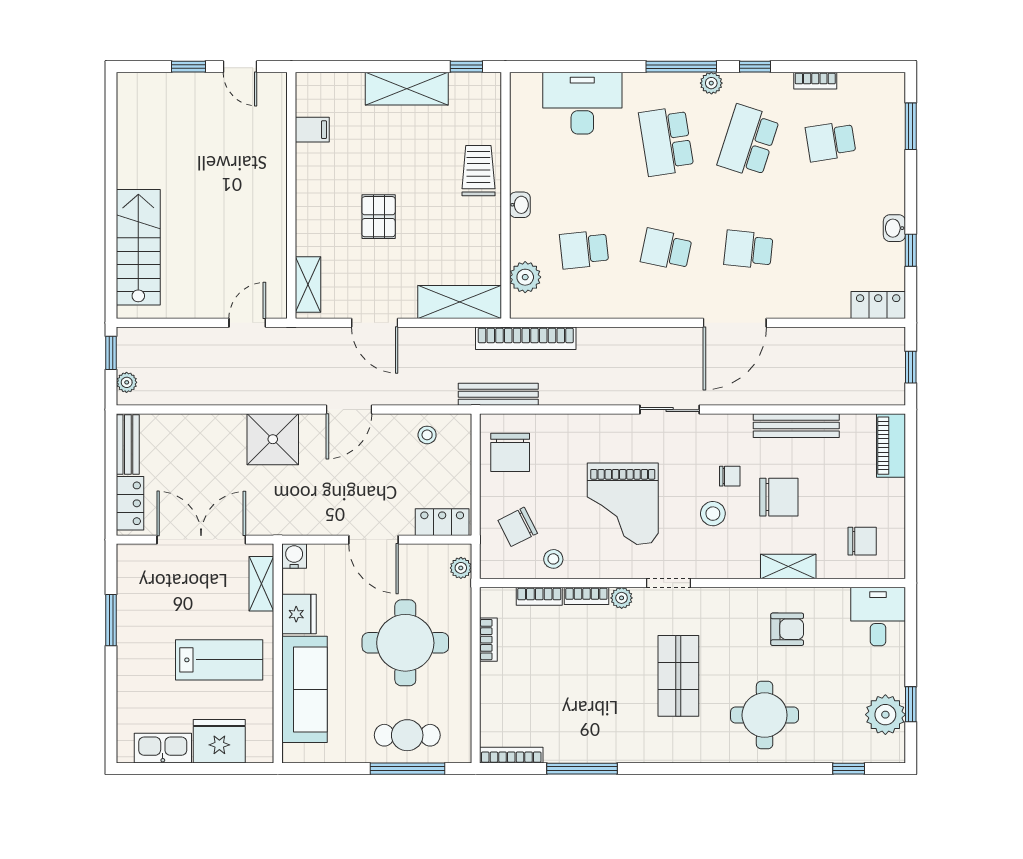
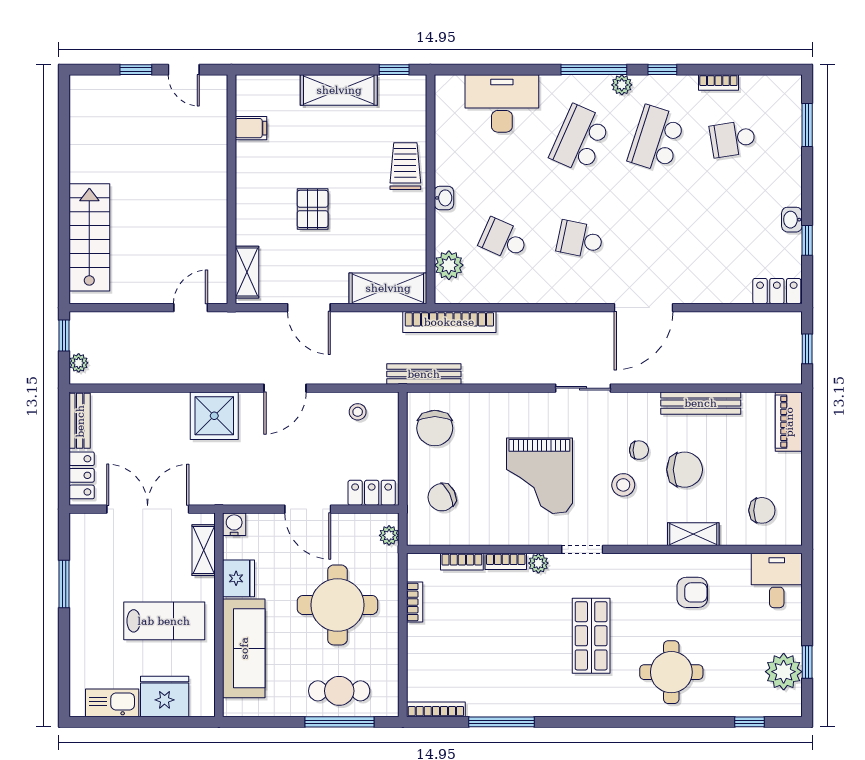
school desk: (666, 141) -> (580, 139), turned 33
school desk: (584, 249) -> (504, 239), turned 30
school desk: (748, 249) -> (656, 239), removed
stool: (553, 559) -> (475, 527), removed

